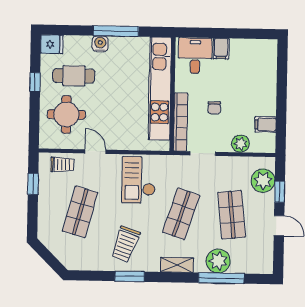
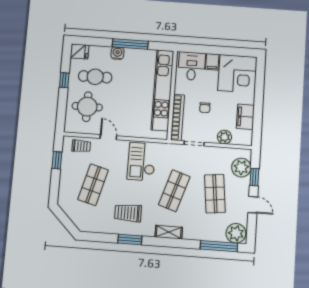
corner desk: (253, 62) -> (237, 74), added
filing cabinet: (265, 124) -> (245, 117), width x2.00
trolley: (125, 244) -> (128, 213), turned 71
plant: (218, 261) -> (236, 233), moved
window: (221, 278) -> (219, 246), moved

